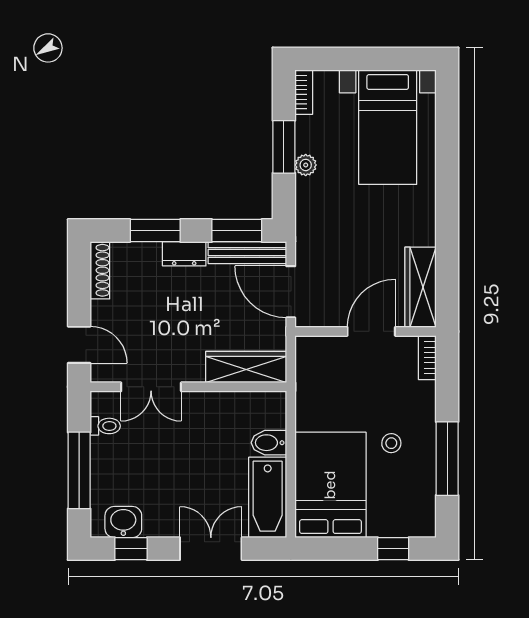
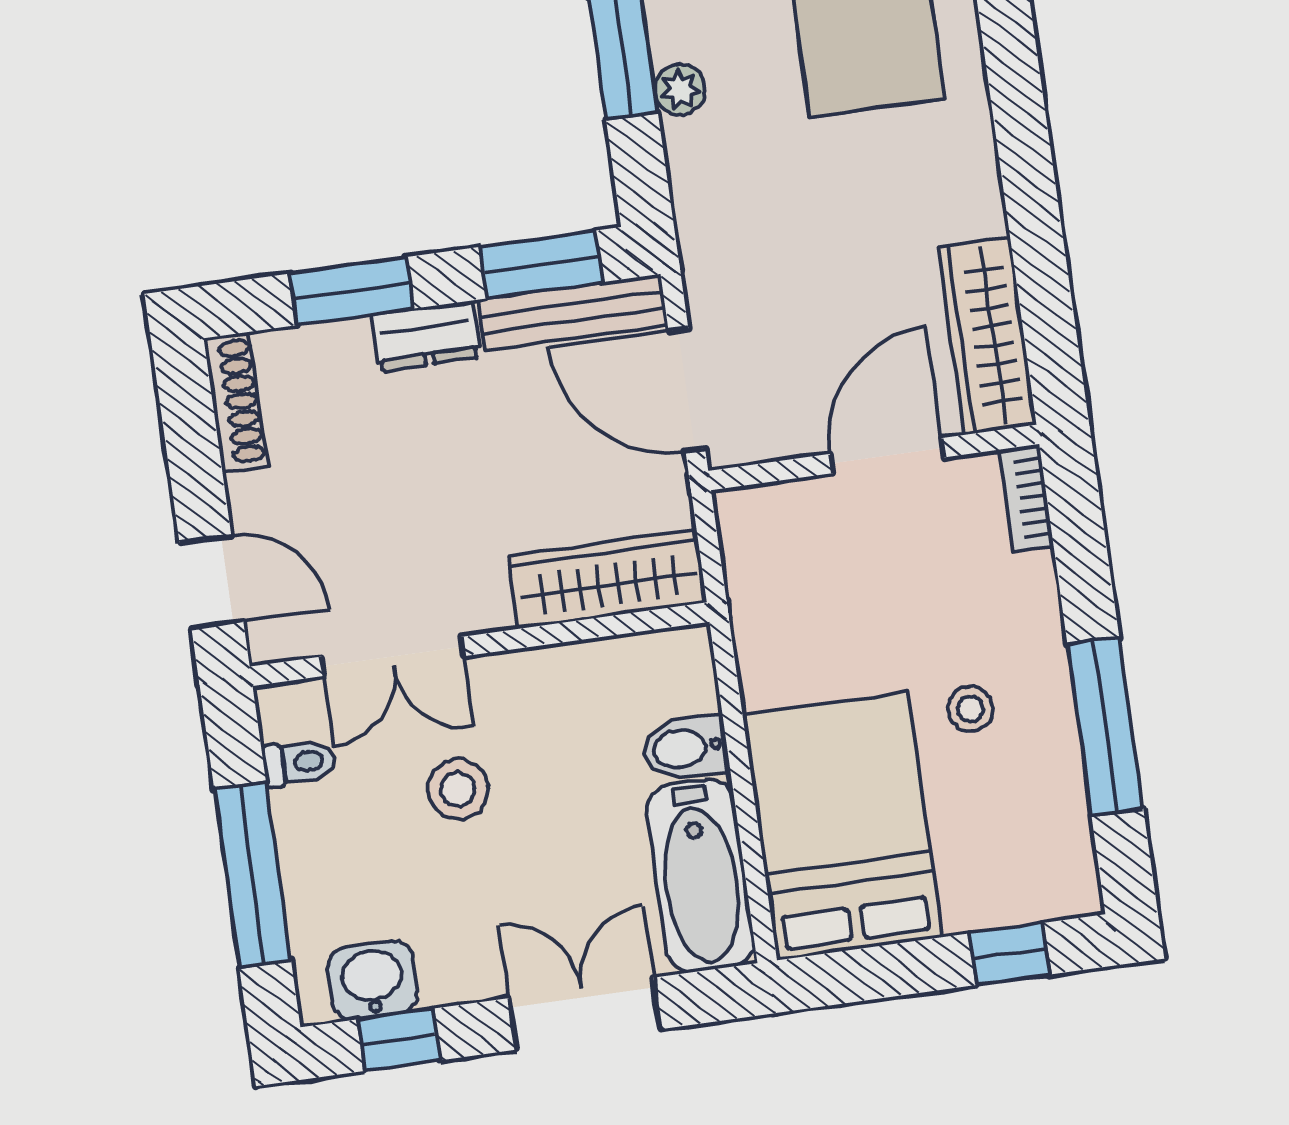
stool: (171, 447) -> (458, 789), added

